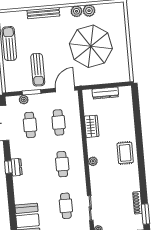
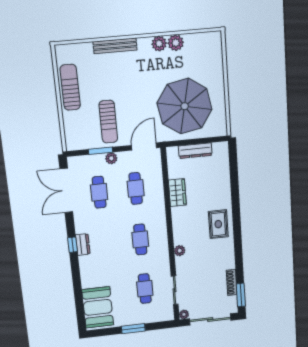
parasol: (91, 46) -> (185, 106), moved
plant: (24, 100) -> (111, 158), moved
plant: (93, 161) -> (180, 251), moved

